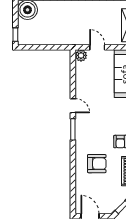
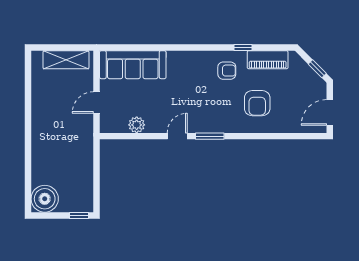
plant: (81, 55) -> (137, 125), moved
armchair: (97, 164) -> (257, 103), turned 180

